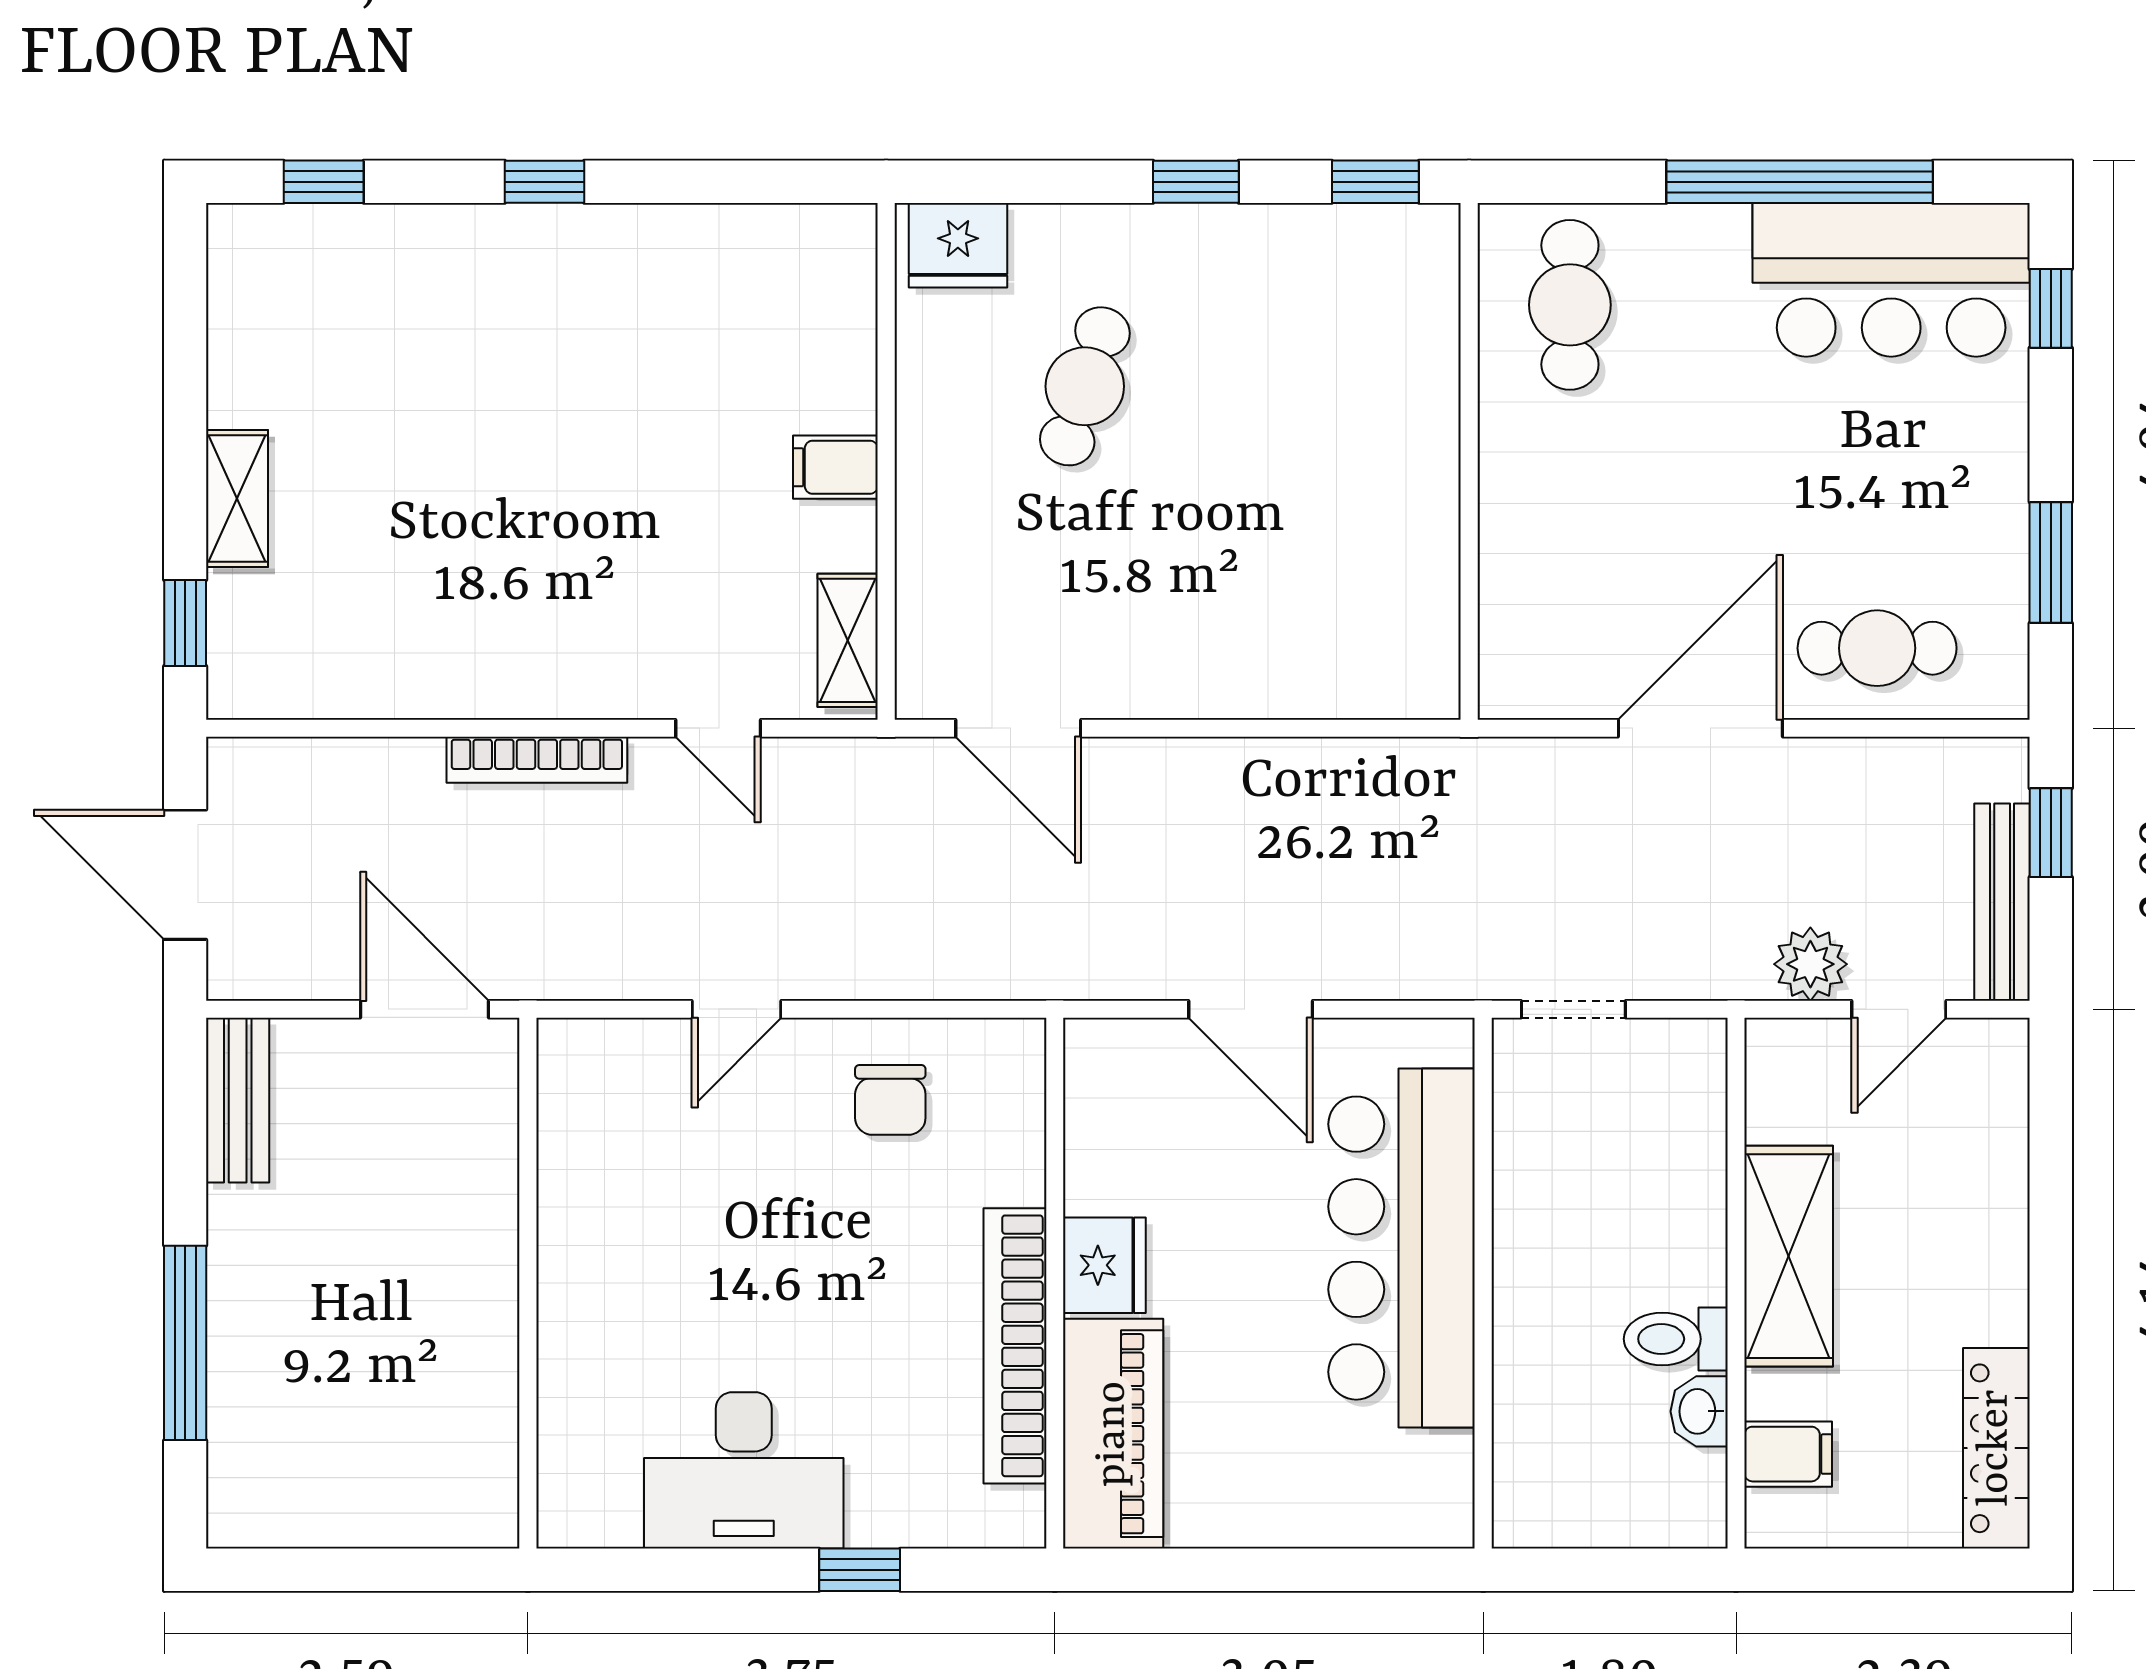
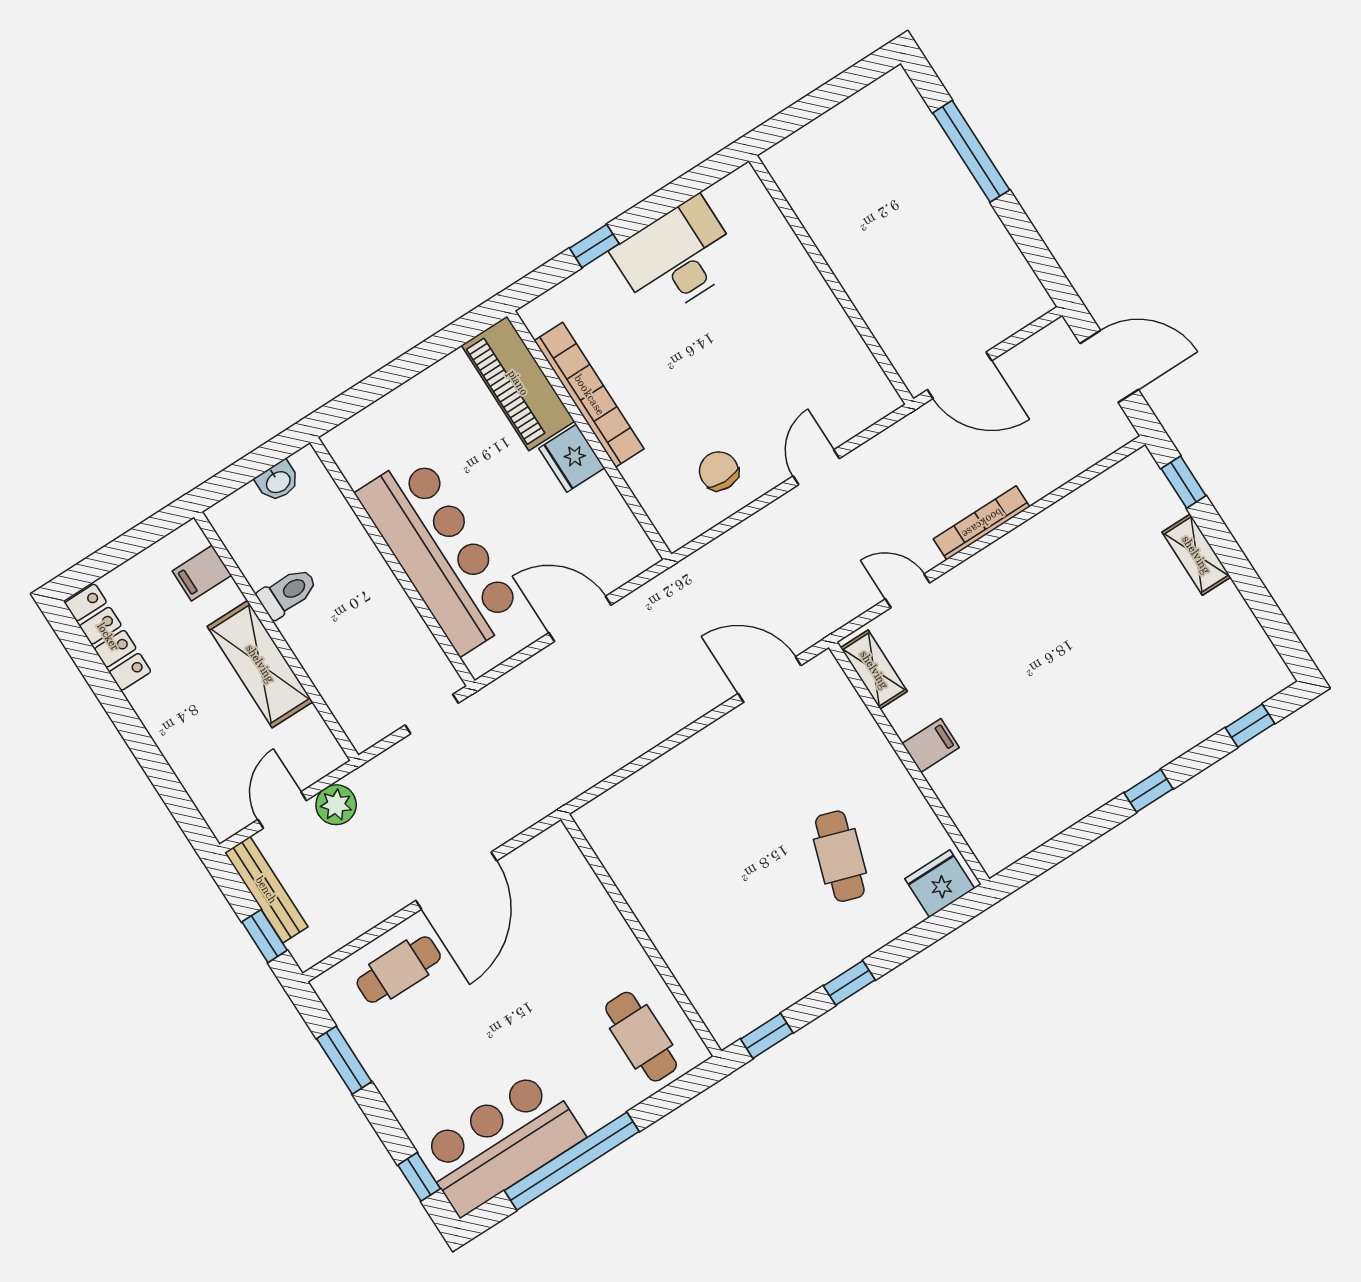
bench: (238, 1100) -> (1019, 278), removed
washbasin: (1699, 1411) -> (278, 481), moved, turned 90

